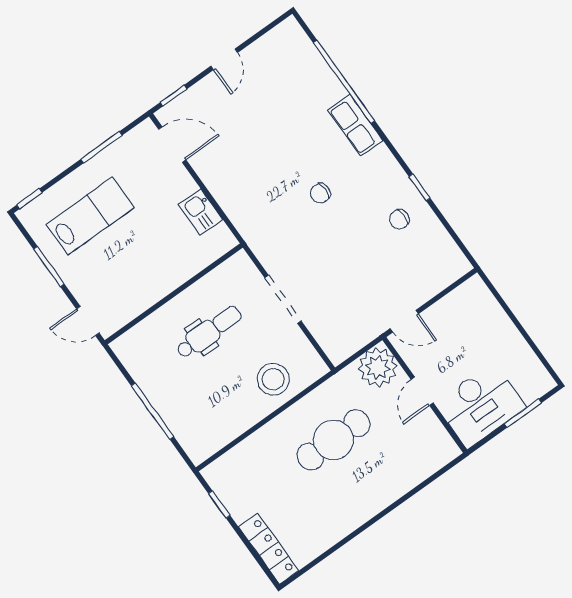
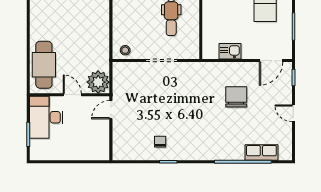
row of seats: (355, 125) -> (261, 153), moved
chair: (320, 193) -> (236, 97), moved, width x1.87, depth x1.87
stool: (273, 379) -> (125, 50), moved, width x0.53, depth x0.53
cafe table: (333, 440) -> (44, 65), moved

